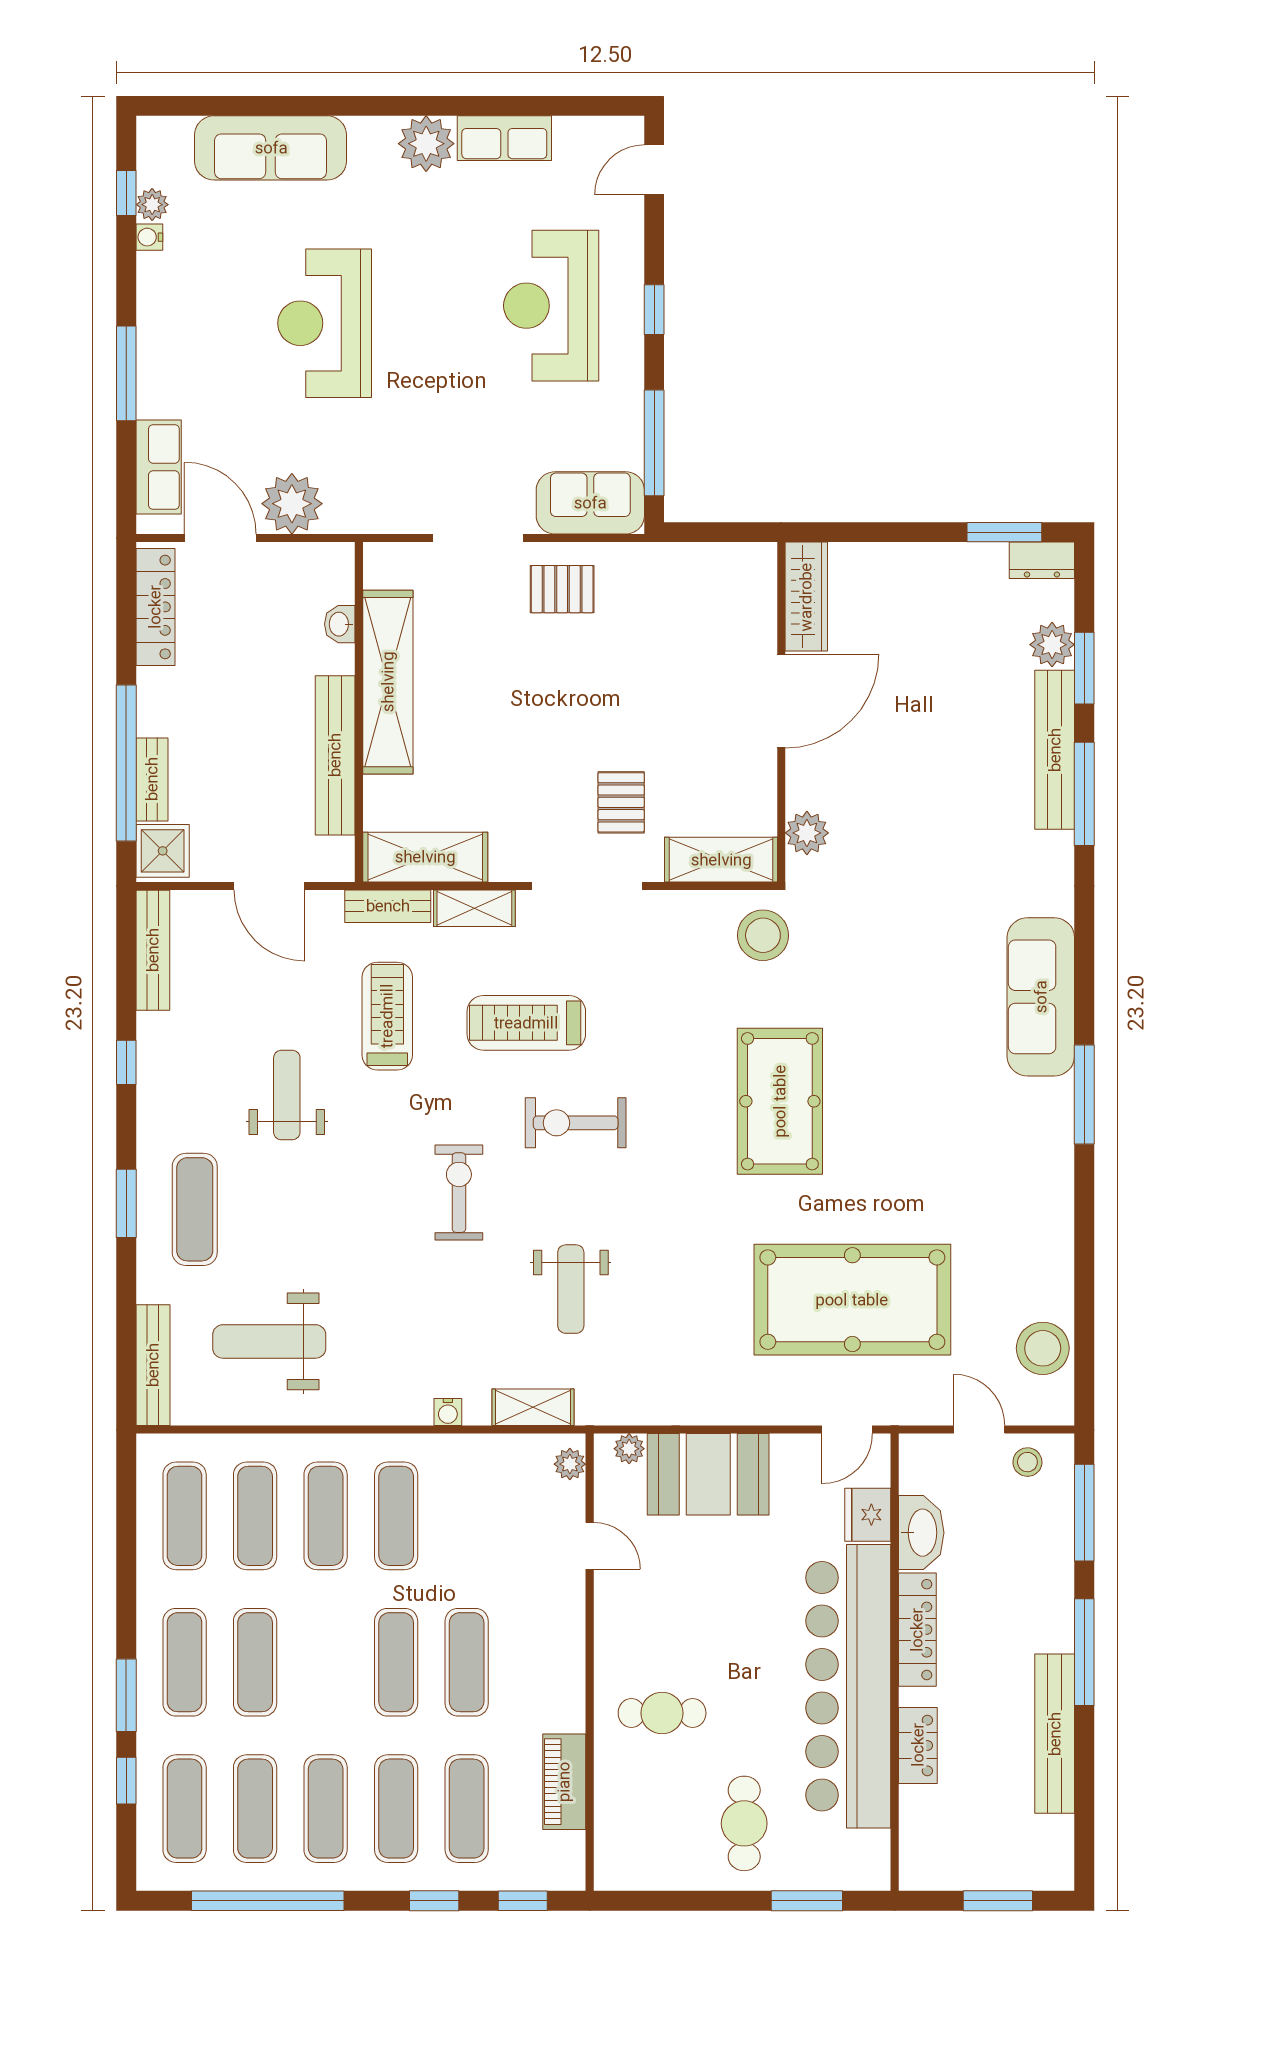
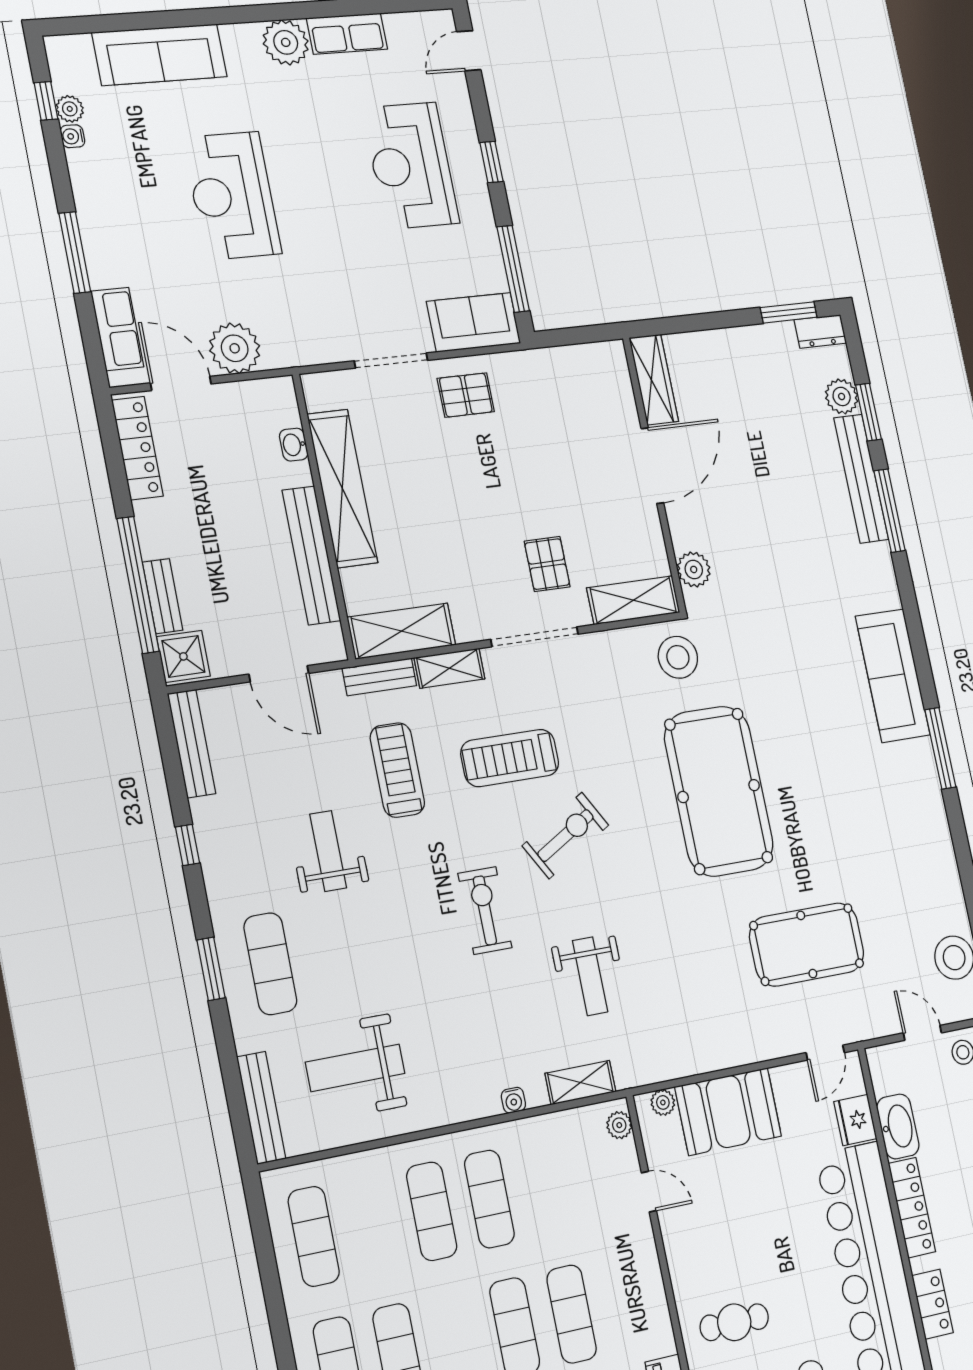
pool table: (780, 1101) -> (719, 791), width x1.36, depth x1.32
exercise bike: (576, 1123) -> (565, 835), turned 150
pool table: (852, 1300) -> (807, 944), width x0.73, depth x0.76
exercise mat: (255, 1516) -> (373, 1224), removed

